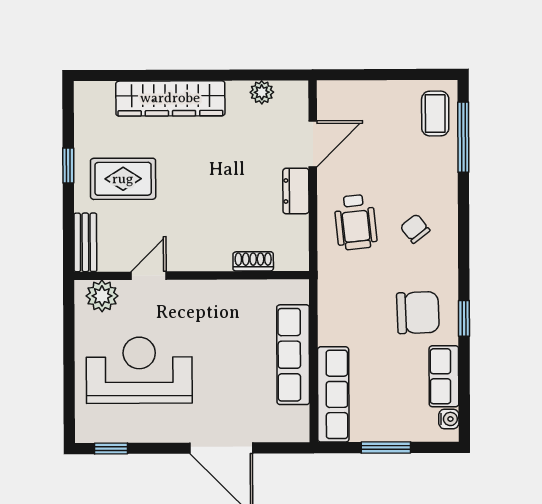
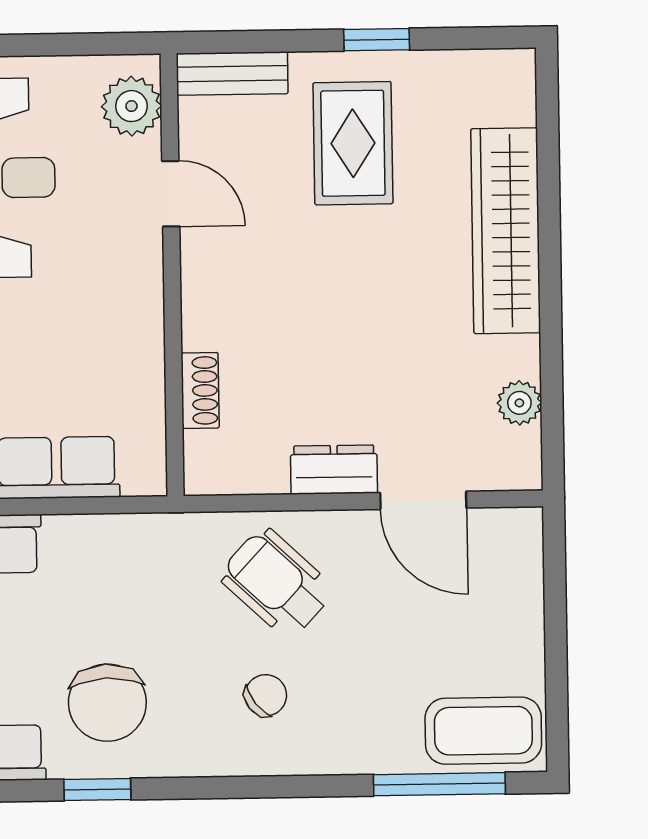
coffee table: (435, 113) -> (483, 731), width x1.36, depth x1.30
wheelchair: (356, 222) -> (277, 583), turned 49

